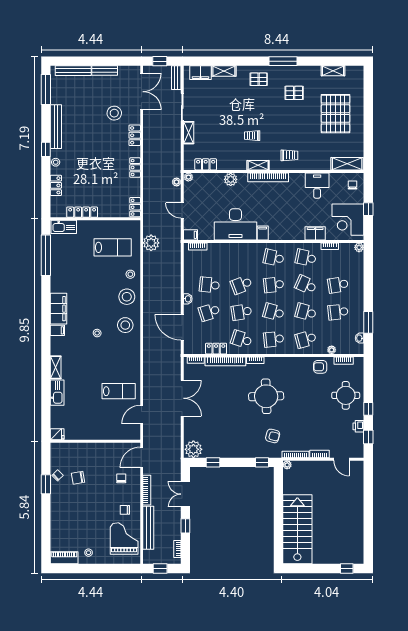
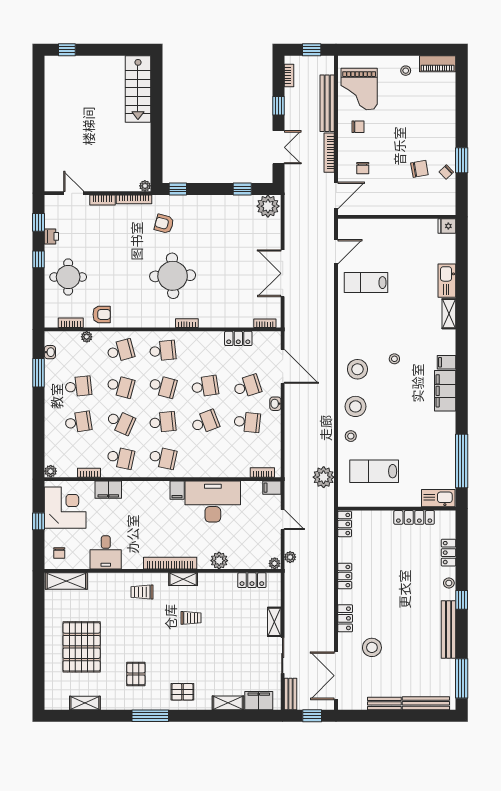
pallet: (294, 93) -> (136, 674), turned 90
school desk: (241, 339) -> (205, 351), removed
bookcase: (225, 361) -> (226, 322), removed
stairs: (297, 529) -> (138, 89), width x0.73, depth x0.66

